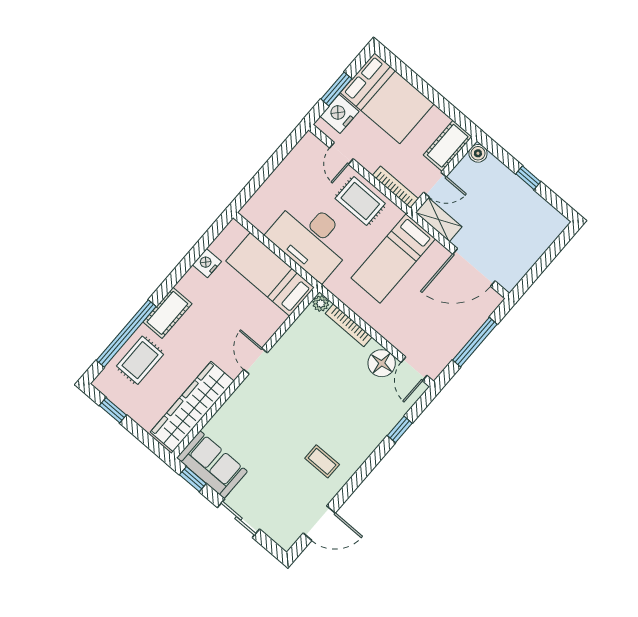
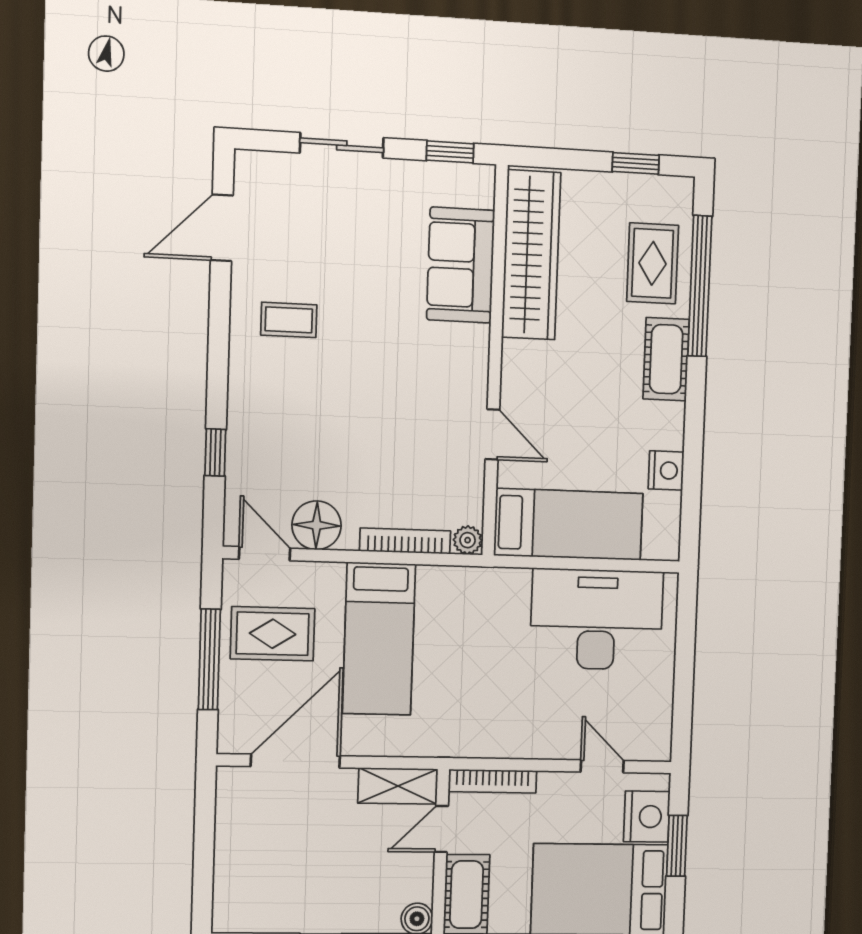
rug: (360, 201) -> (273, 634), moved
desk: (311, 239) -> (597, 619), moved
bed: (393, 258) -> (379, 639), moved, turned 180
door: (255, 361) -> (492, 434), moved
sofa: (212, 465) -> (461, 265), moved, turned 90

